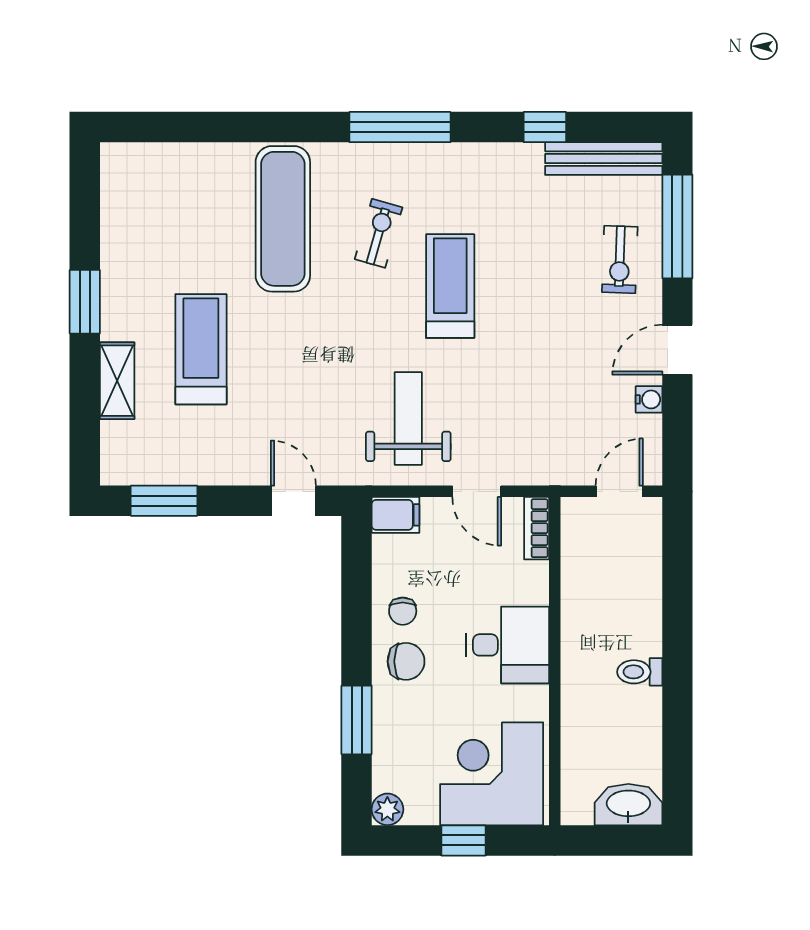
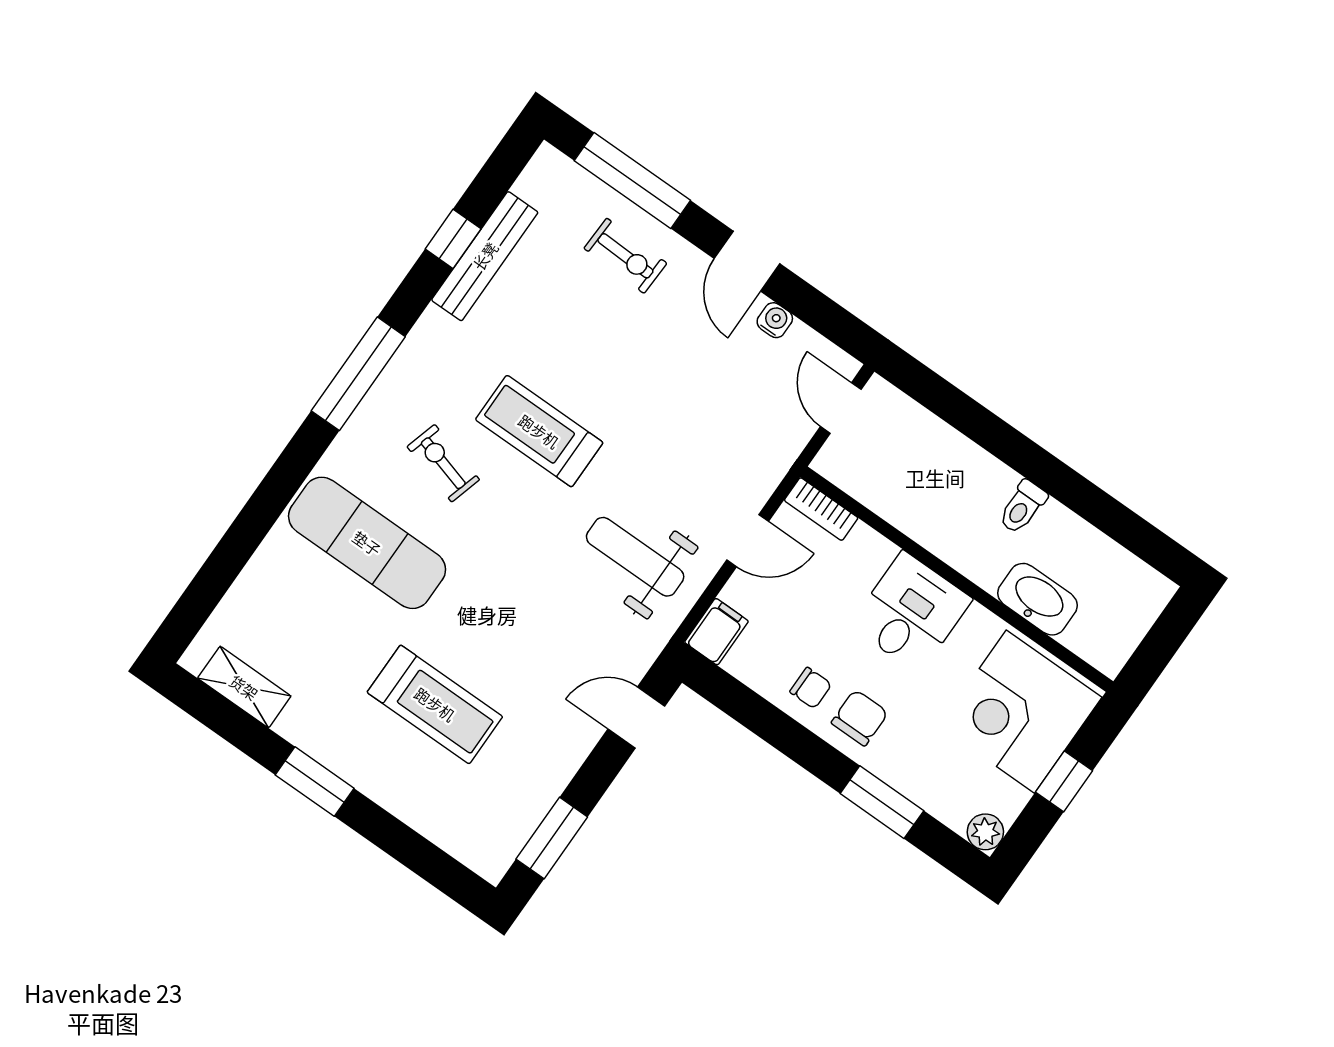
bench: (604, 159) -> (485, 256), moved
treadmill: (201, 349) -> (435, 704), turned 180
shelving: (117, 381) -> (244, 687), moved
washbasin: (628, 805) -> (1037, 599), moved, turned 90

